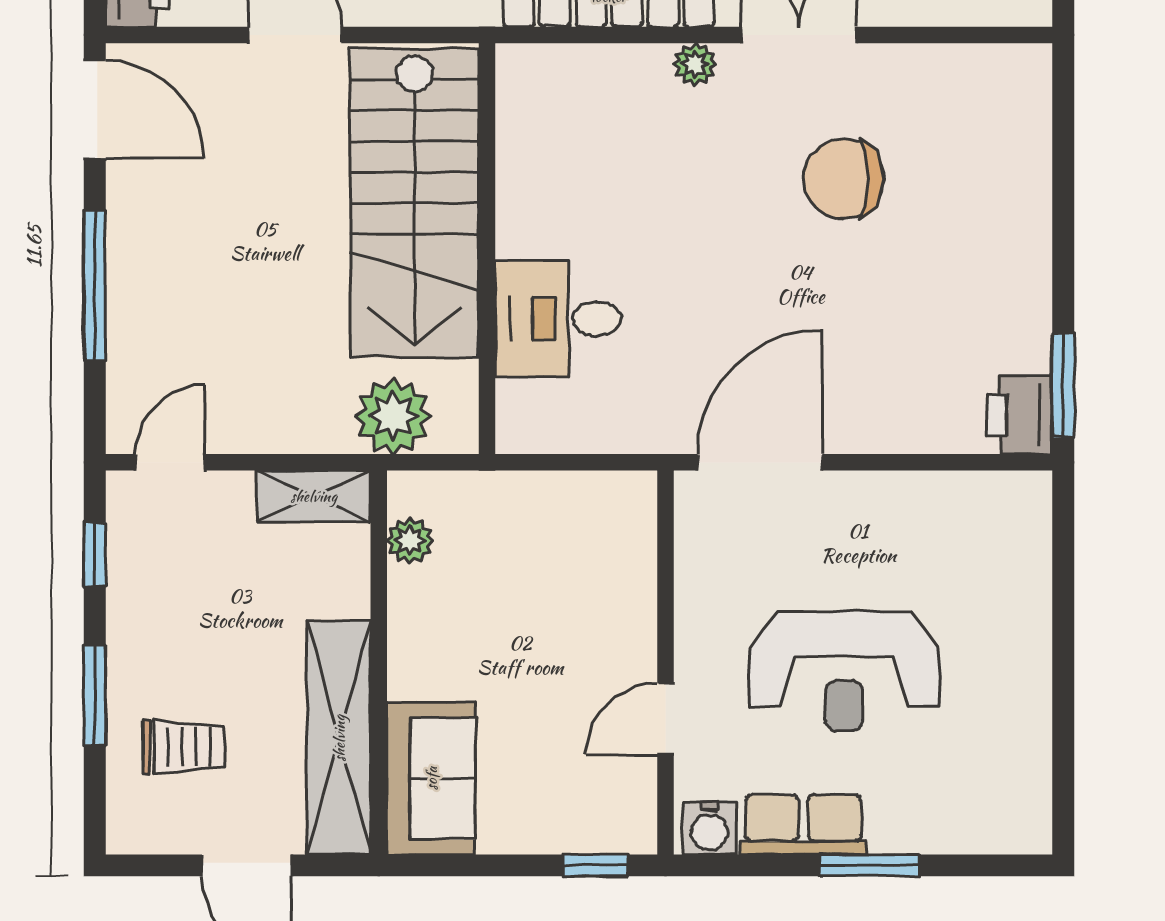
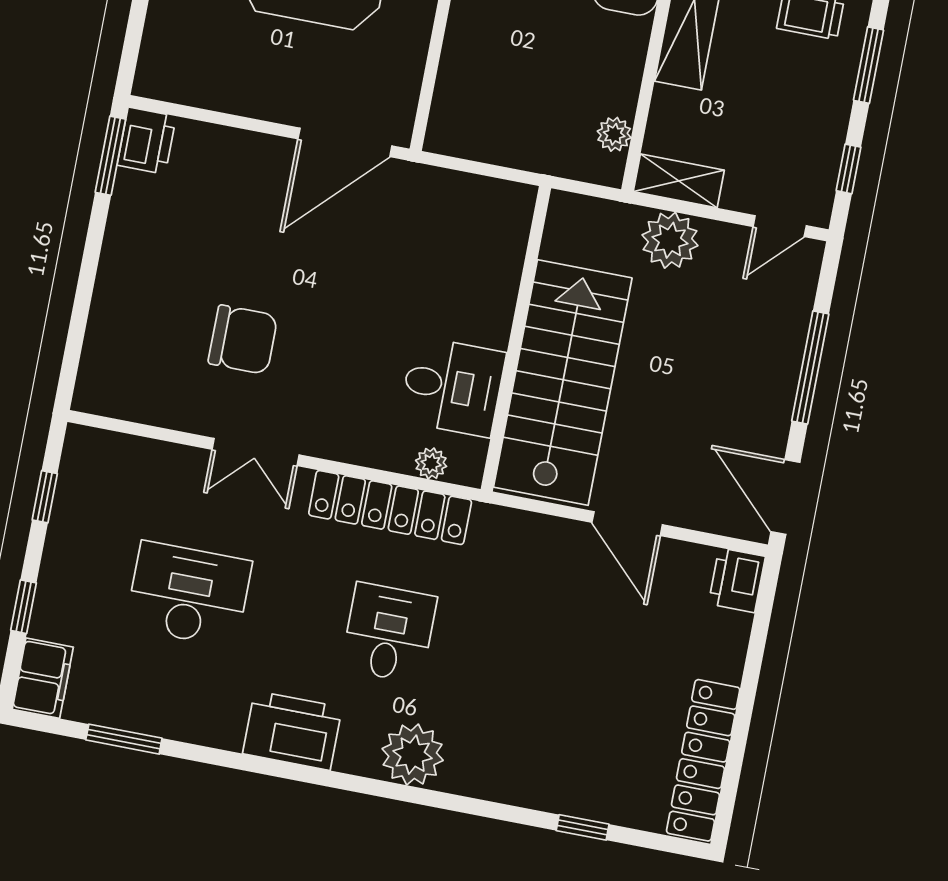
plant: (695, 64) -> (431, 463), moved
desk: (558, 319) -> (452, 387), moved
plant: (393, 416) -> (670, 240), moved

